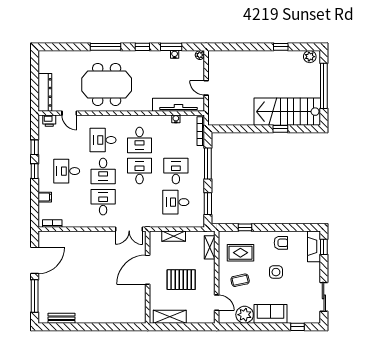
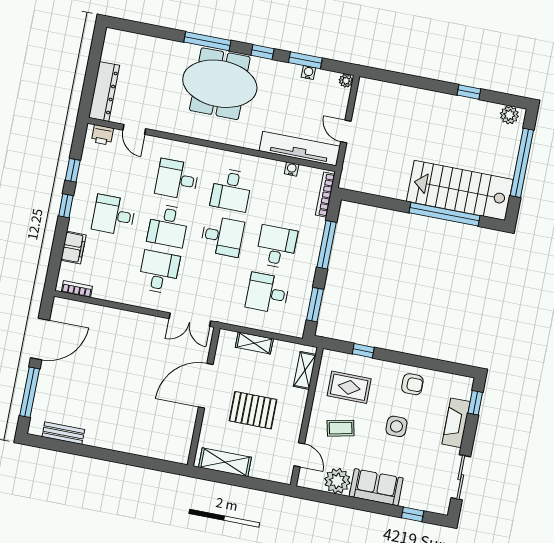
meeting table: (107, 84) -> (220, 84), moved
window: (280, 129) -> (445, 214), width x3.17
desk: (139, 171) -> (222, 236), turned 90
filing cabinet: (45, 197) -> (73, 248), width x2.00
fireplace: (314, 246) -> (456, 423), moved

